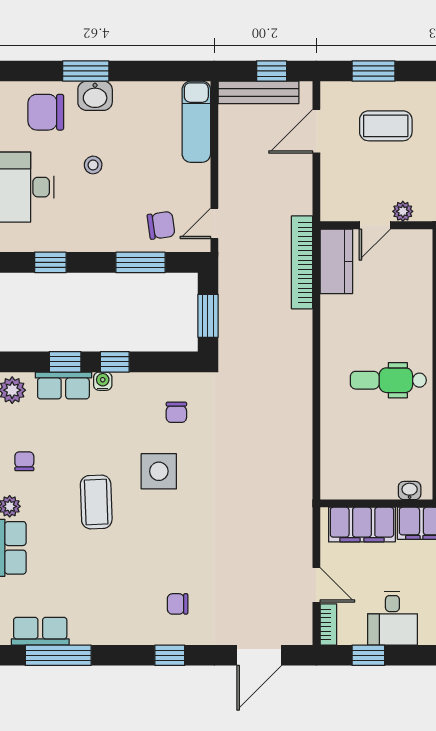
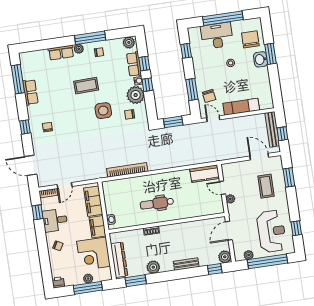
exam couch: (196, 122) -> (241, 107), moved
bookcase: (302, 262) -> (127, 170), moved
dental chair: (388, 380) -> (157, 203), turned -90
plant: (134, 392) -> (136, 95), added
row of seats: (40, 631) -> (30, 92), moved

